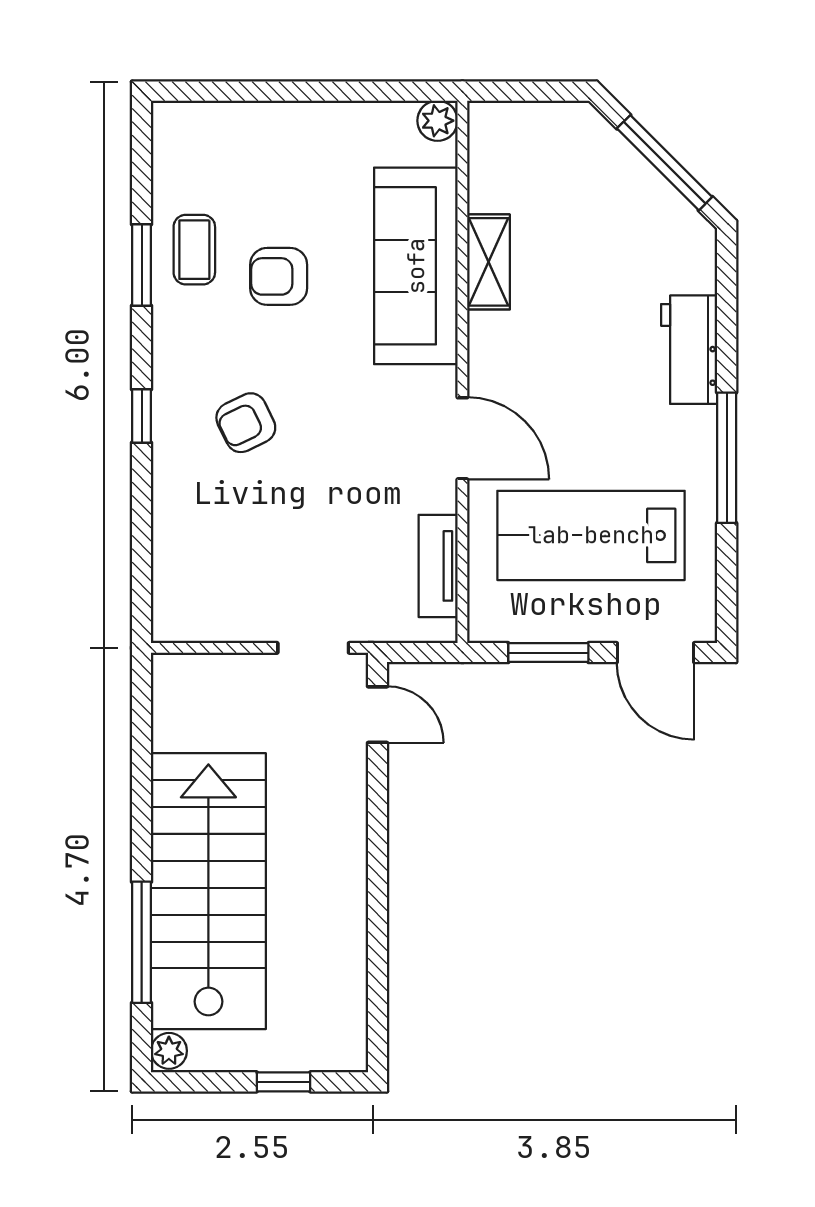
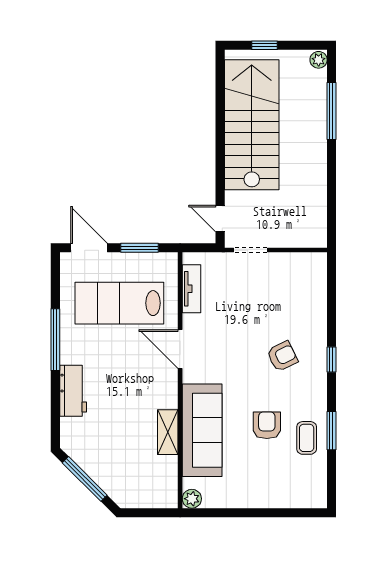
armchair: (279, 276) -> (267, 425), turned -90
lab bench: (591, 535) -> (119, 303), turned 180
stairs: (208, 891) -> (252, 125), moved, turned 180

